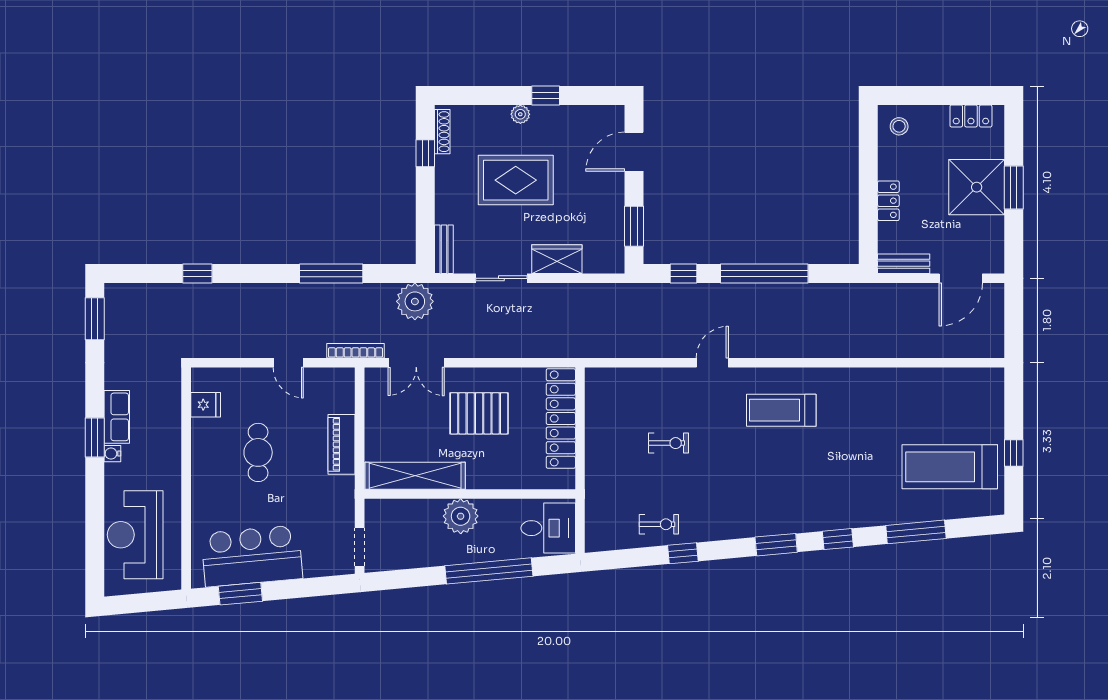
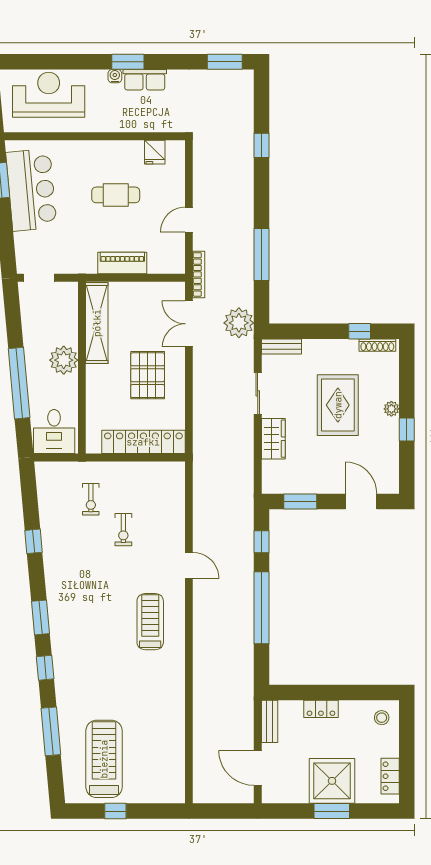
exercise bike: (659, 524) -> (91, 499), moved

